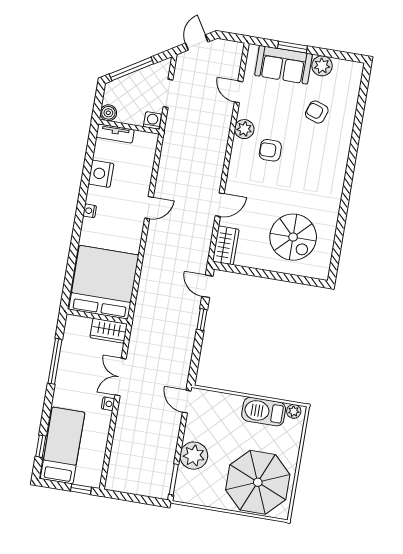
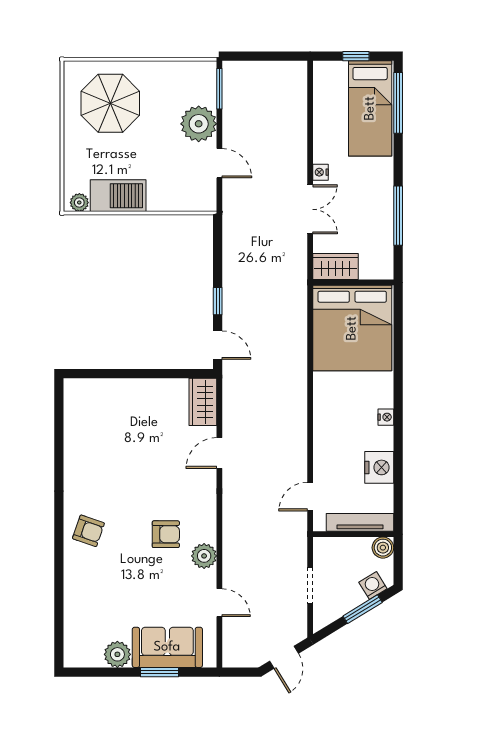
window: (131, 69) -> (363, 609), width x0.69
armchair: (317, 112) -> (88, 531), moved
washing machine: (152, 120) -> (373, 585), moved, turned 149
tv unit: (115, 133) -> (360, 522), width x1.41
door: (149, 208) -> (310, 497), moved
spiral stairs: (293, 237) -> (118, 427), removed
door: (187, 402) -> (219, 163), moved
window: (41, 446) -> (398, 103), width x2.17
parasol: (258, 482) -> (110, 103), width x0.73, depth x0.73
window: (81, 489) -> (356, 56), moved

